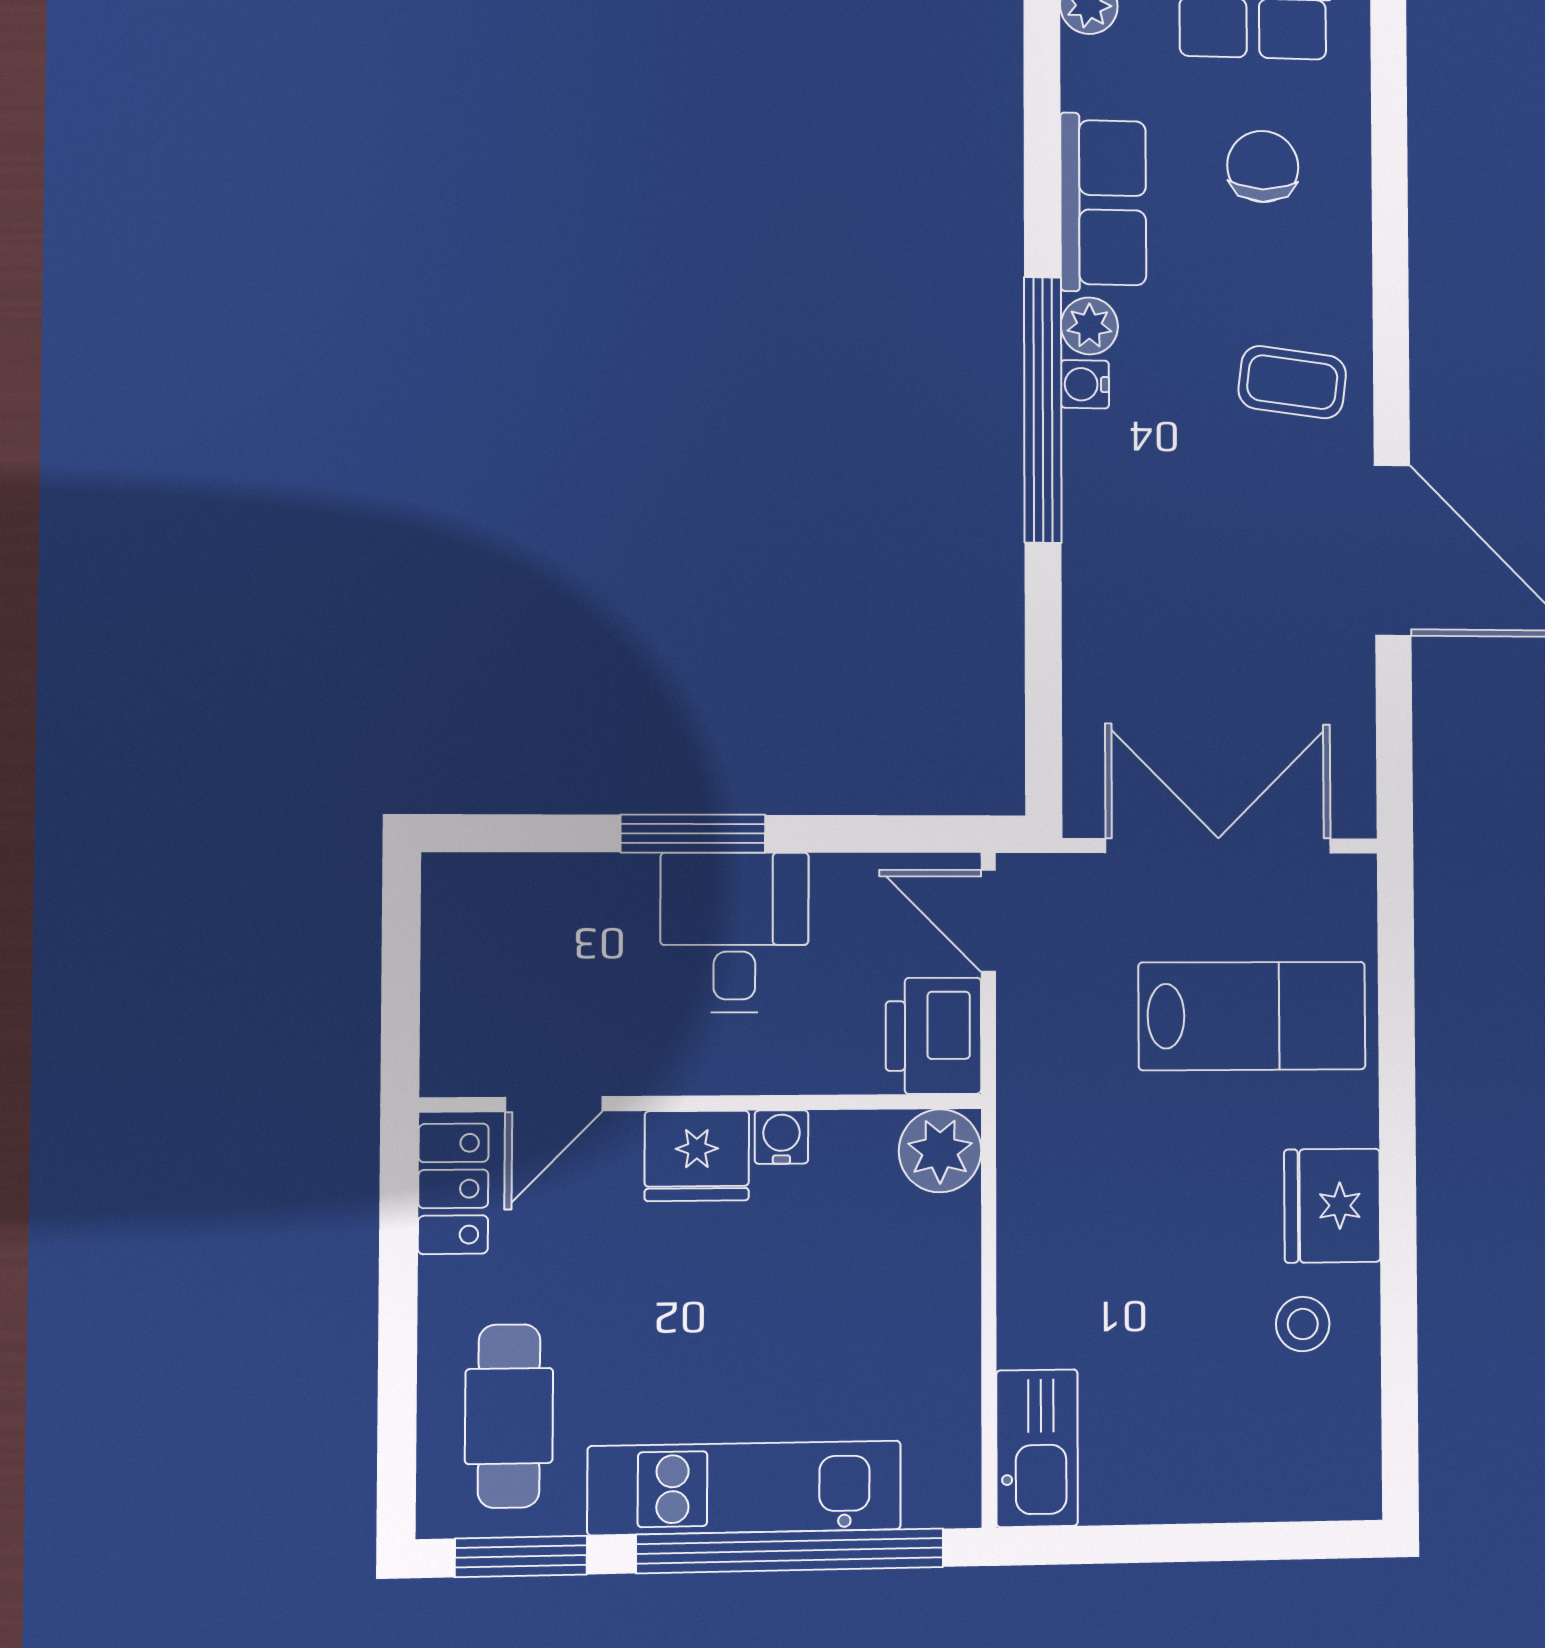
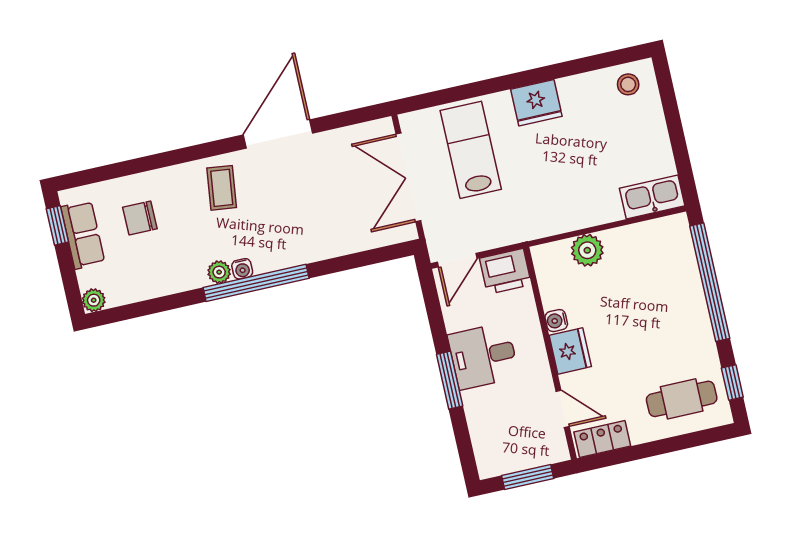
row of seats: (1103, 202) -> (170, 277), removed
window: (401, 976) -> (528, 477), added
plant: (940, 1151) -> (587, 250), moved
stool: (1303, 1324) -> (628, 84), moved
kitchen unit: (745, 1488) -> (690, 305), removed
window: (521, 1556) -> (732, 382), width x0.67

